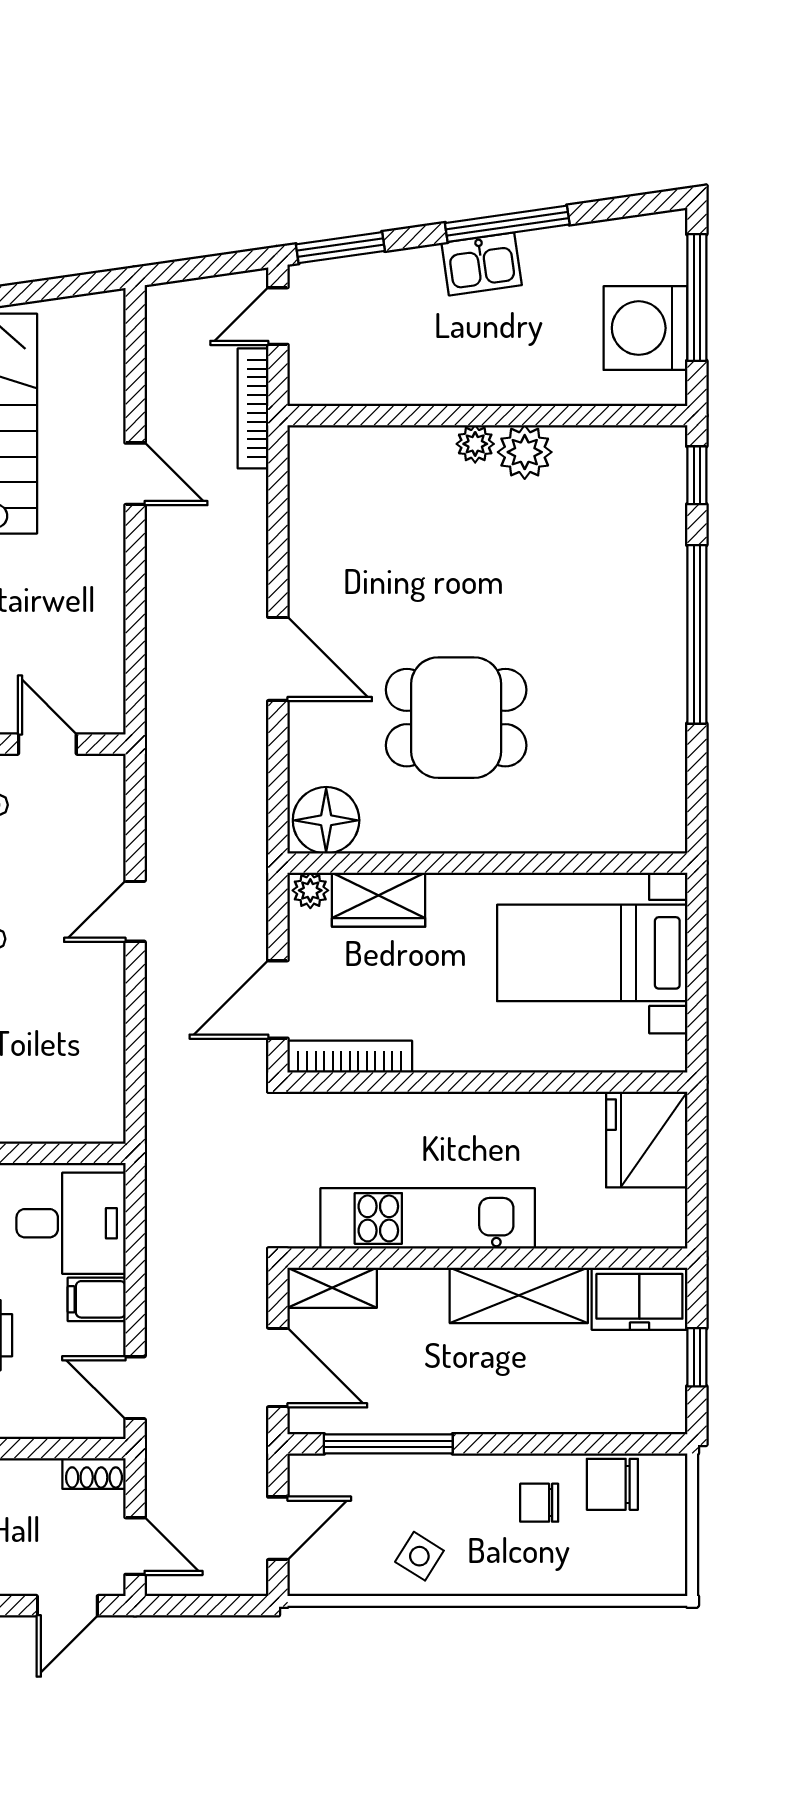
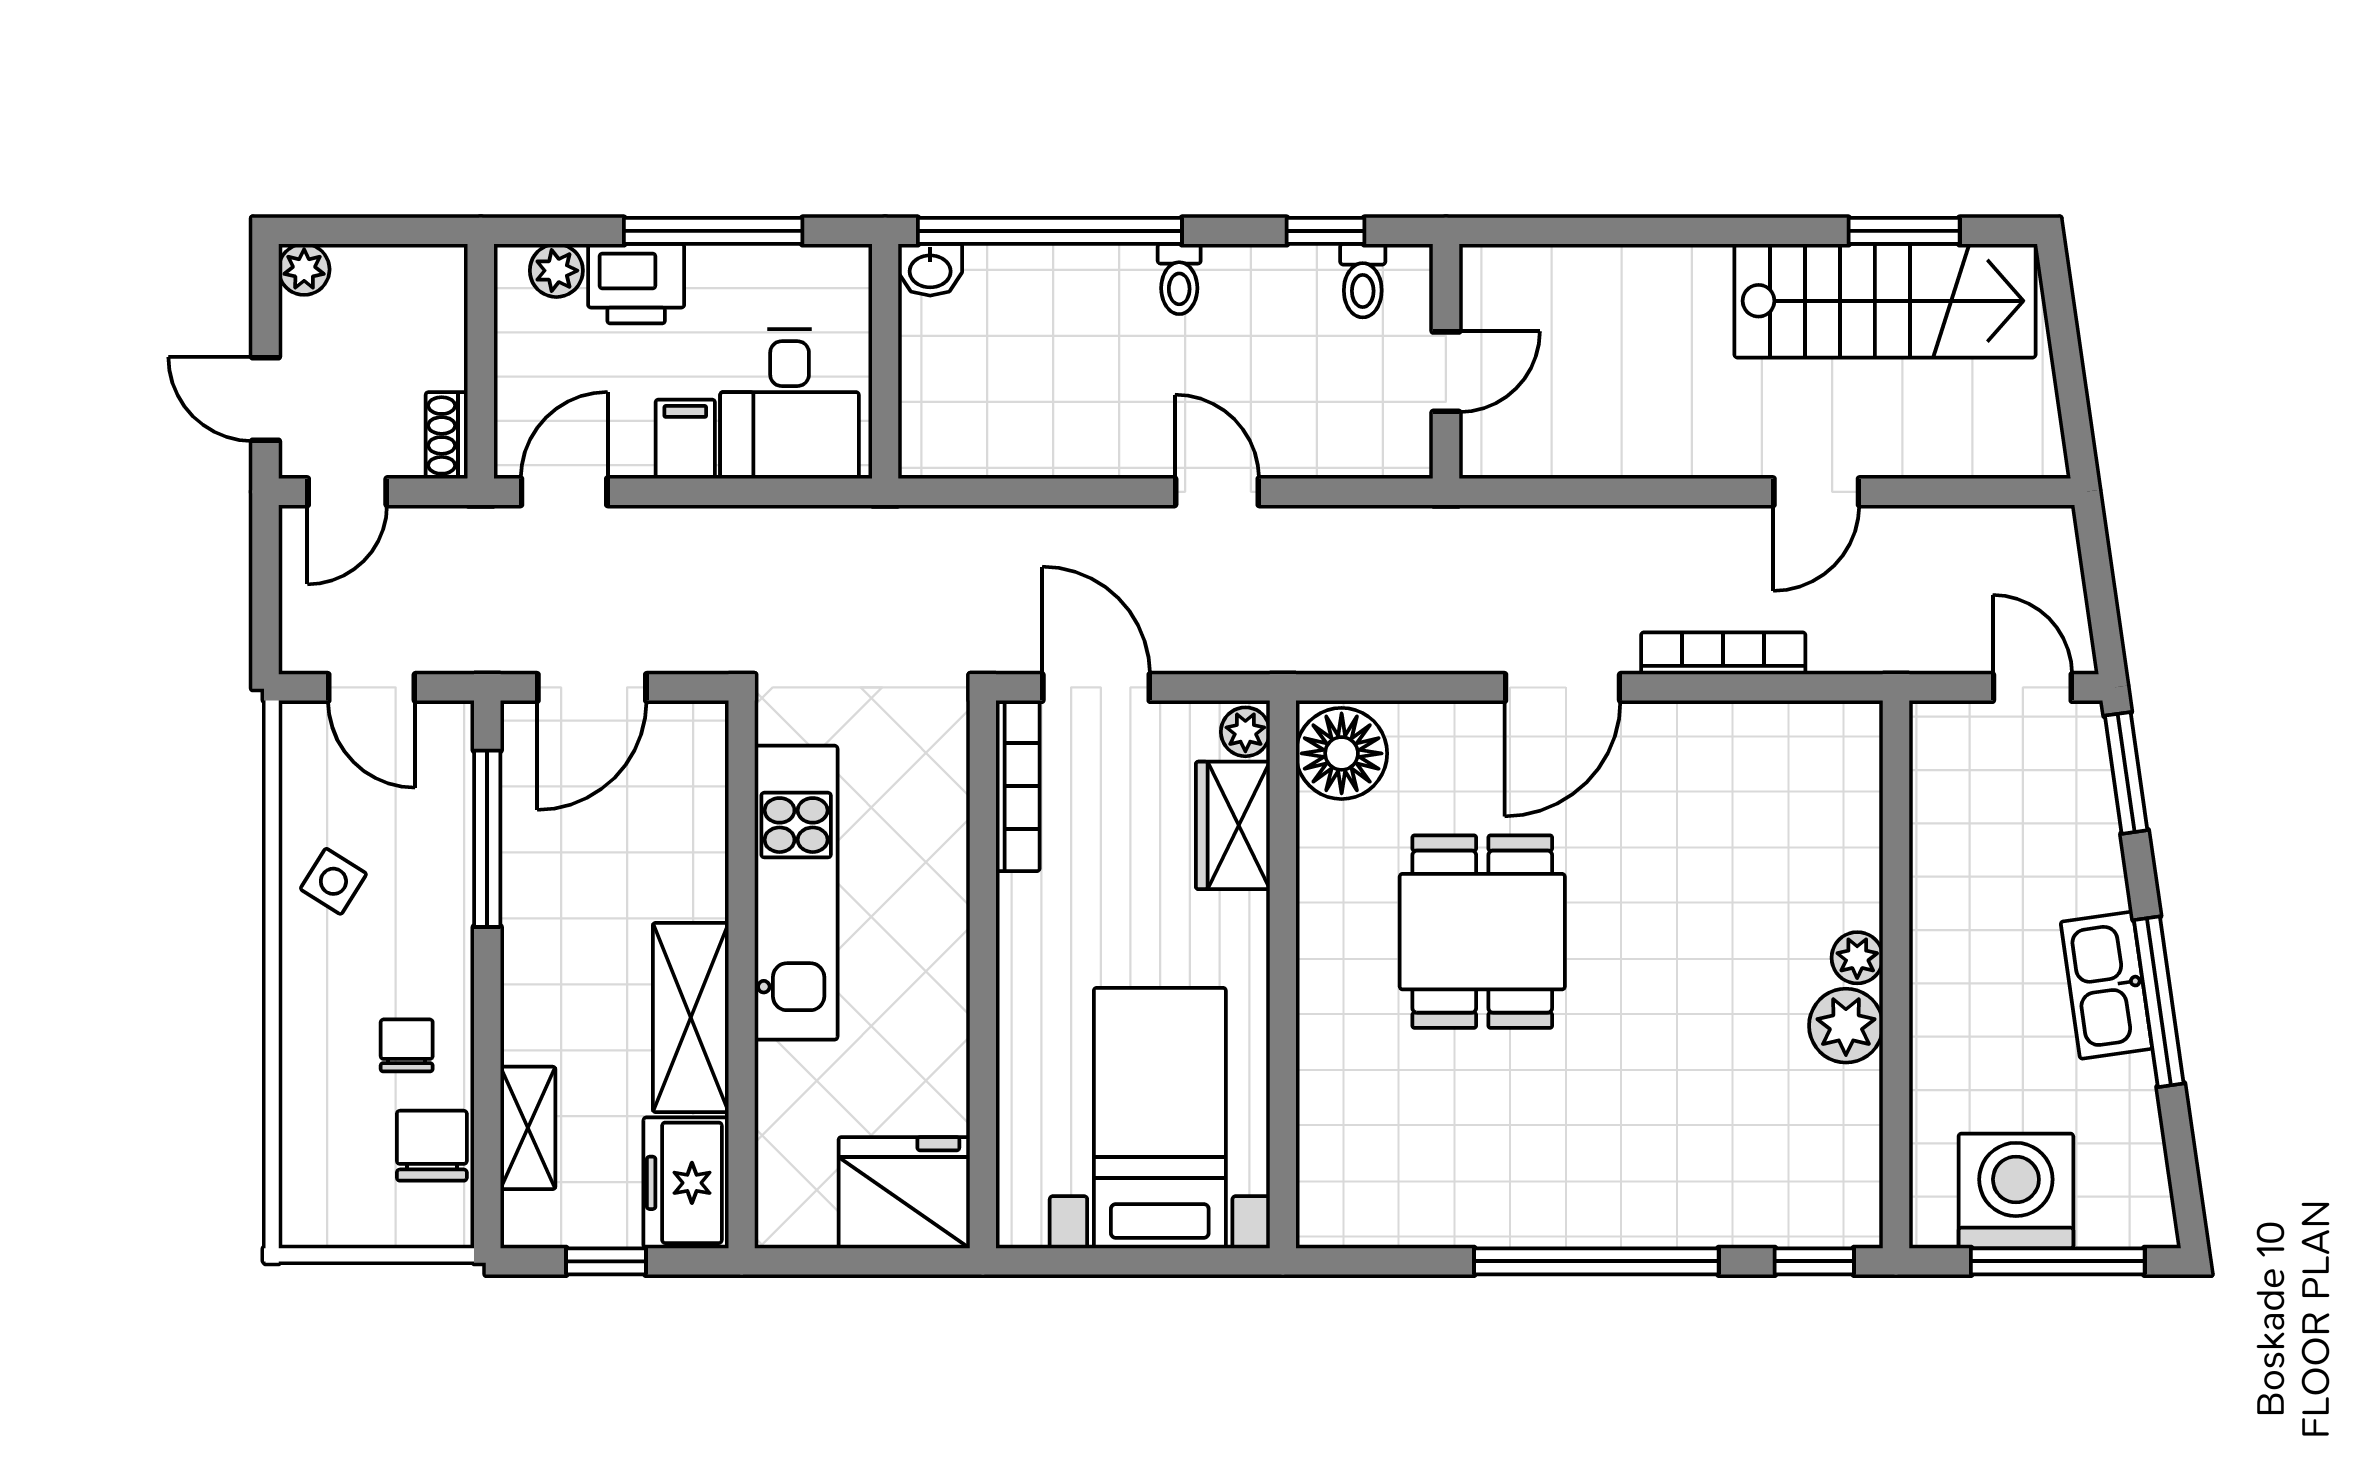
kitchen sink: (482, 264) -> (2106, 985), width x1.38
bookcase: (253, 408) -> (1723, 653), moved
shelving: (332, 1288) -> (528, 1128), moved

